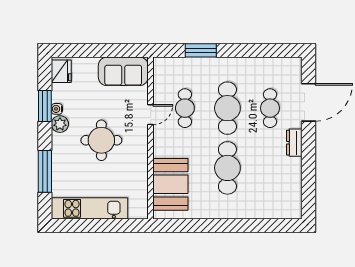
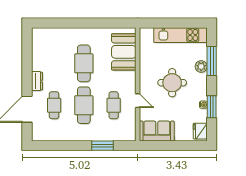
door: (151, 115) -> (138, 101), swing flipped
plant: (60, 124) -> (201, 67), moved

